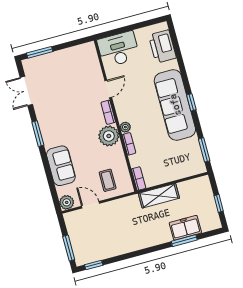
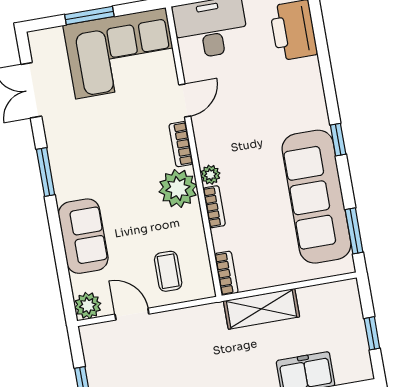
window: (40, 52) -> (89, 15), moved
corner sofa: (72, 67) -> (121, 53), added
sofa: (175, 105) -> (316, 197), moved

